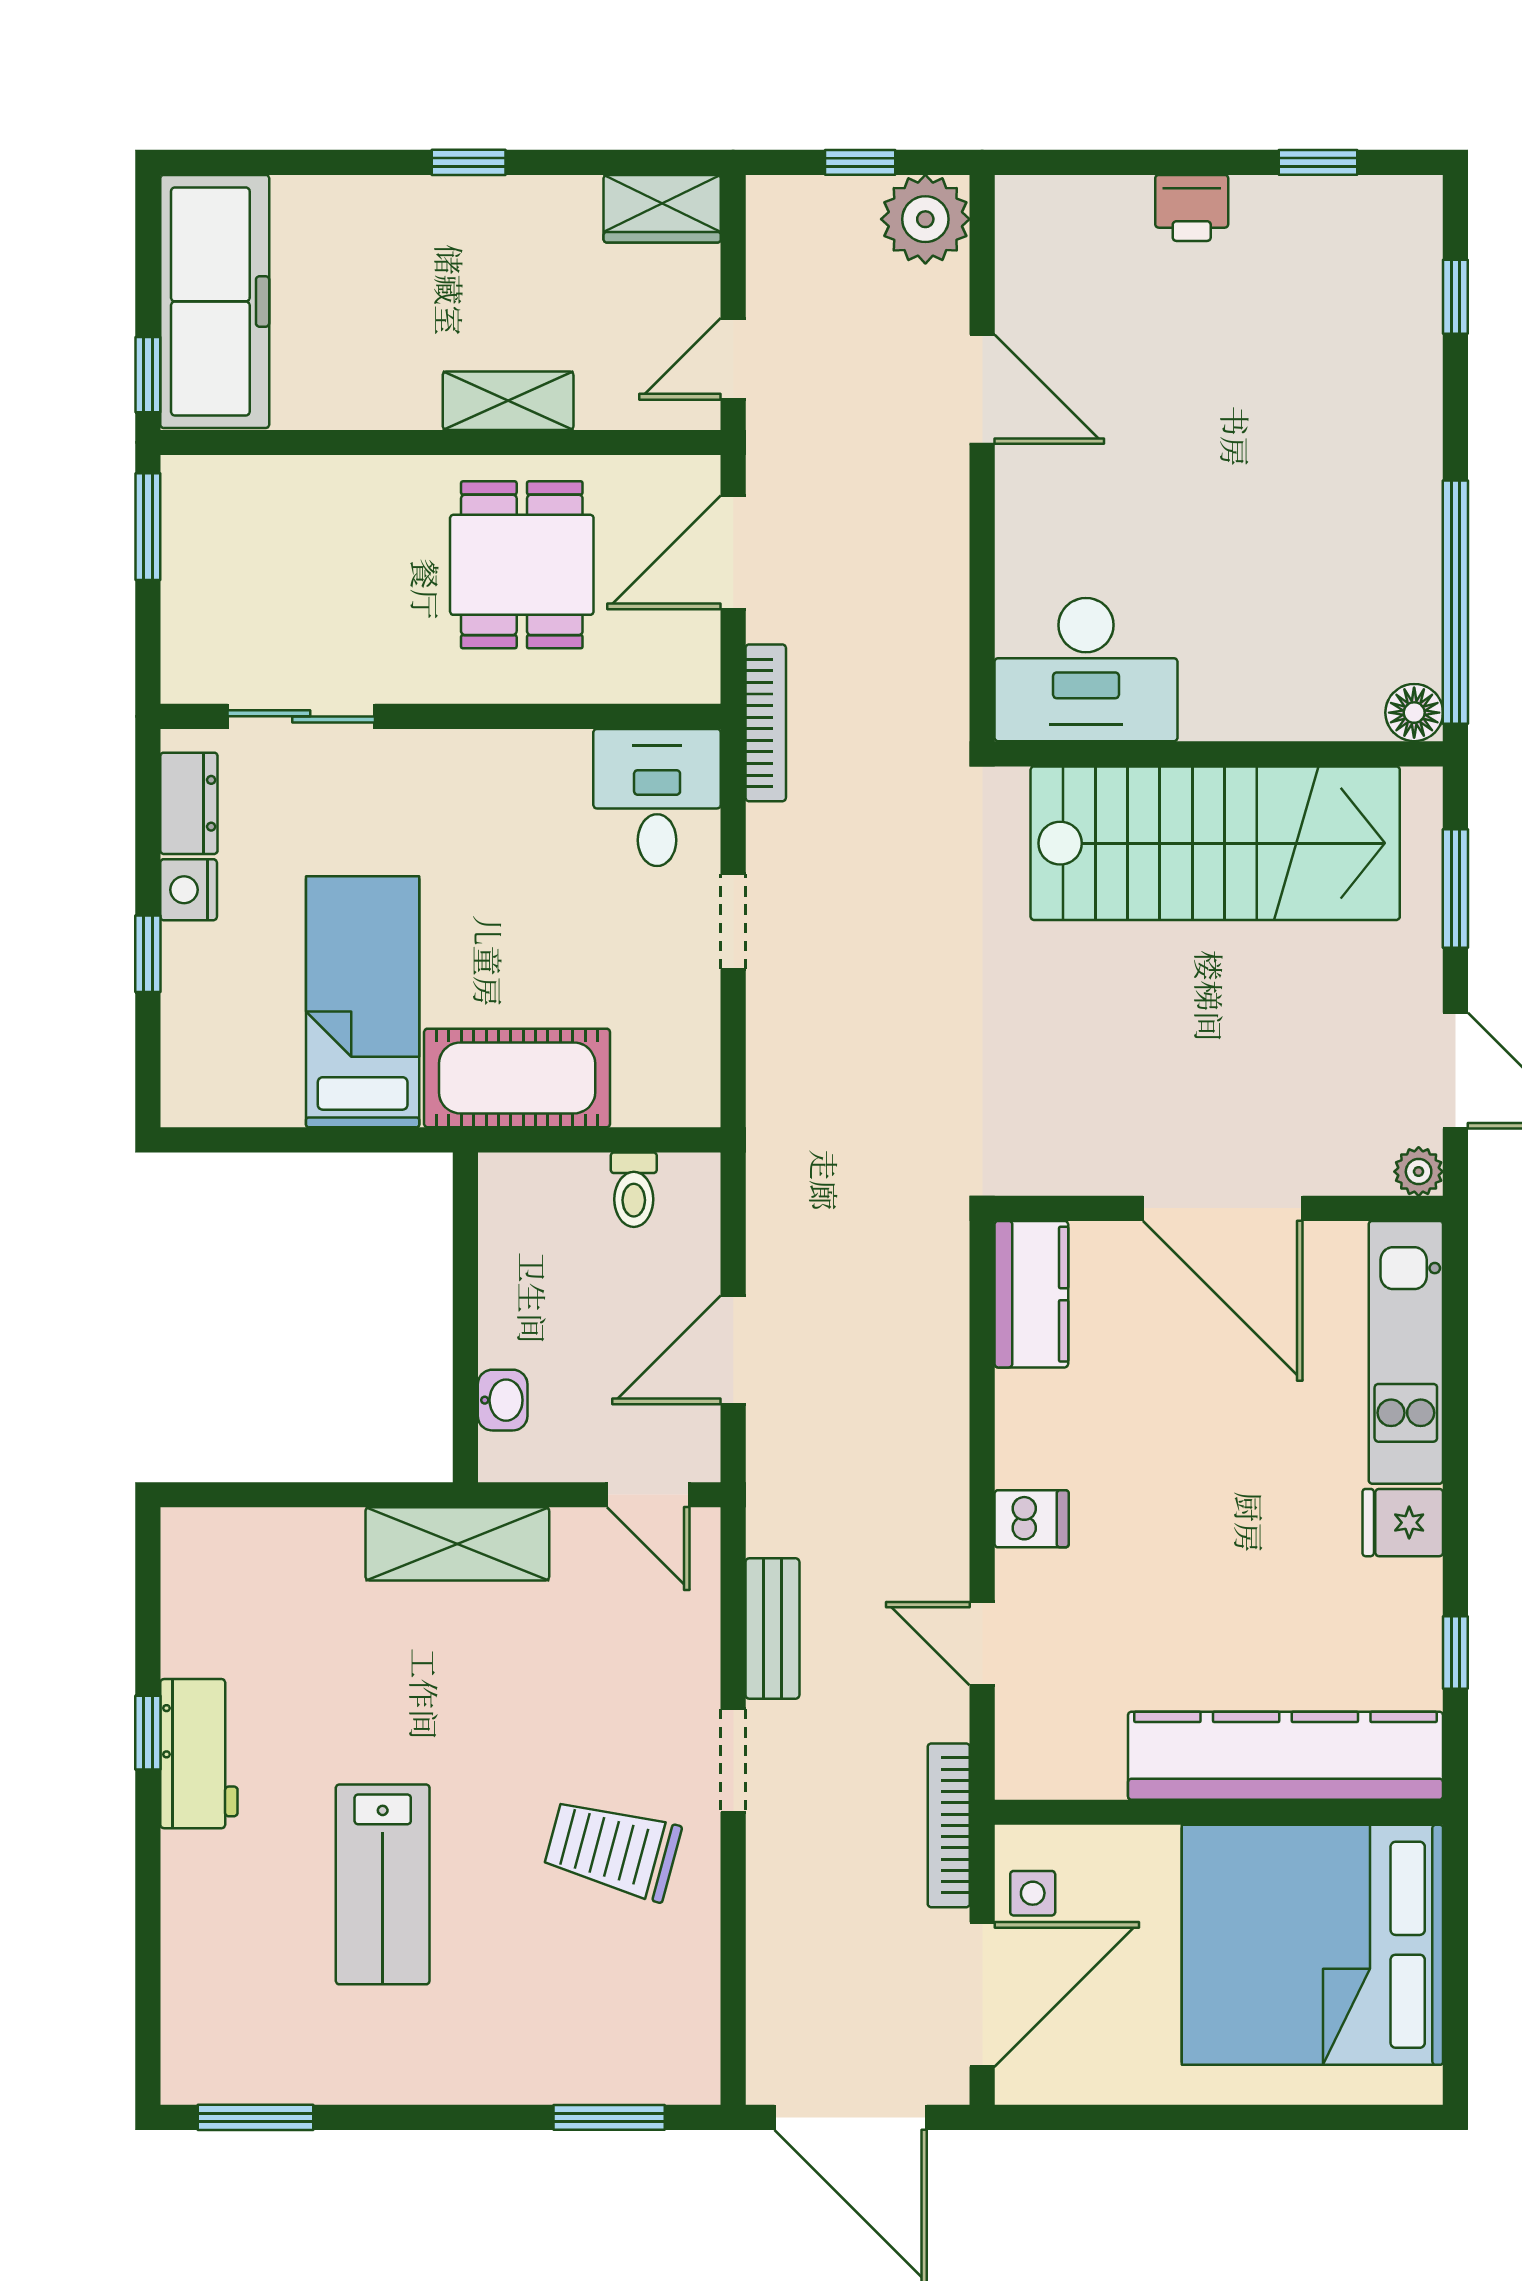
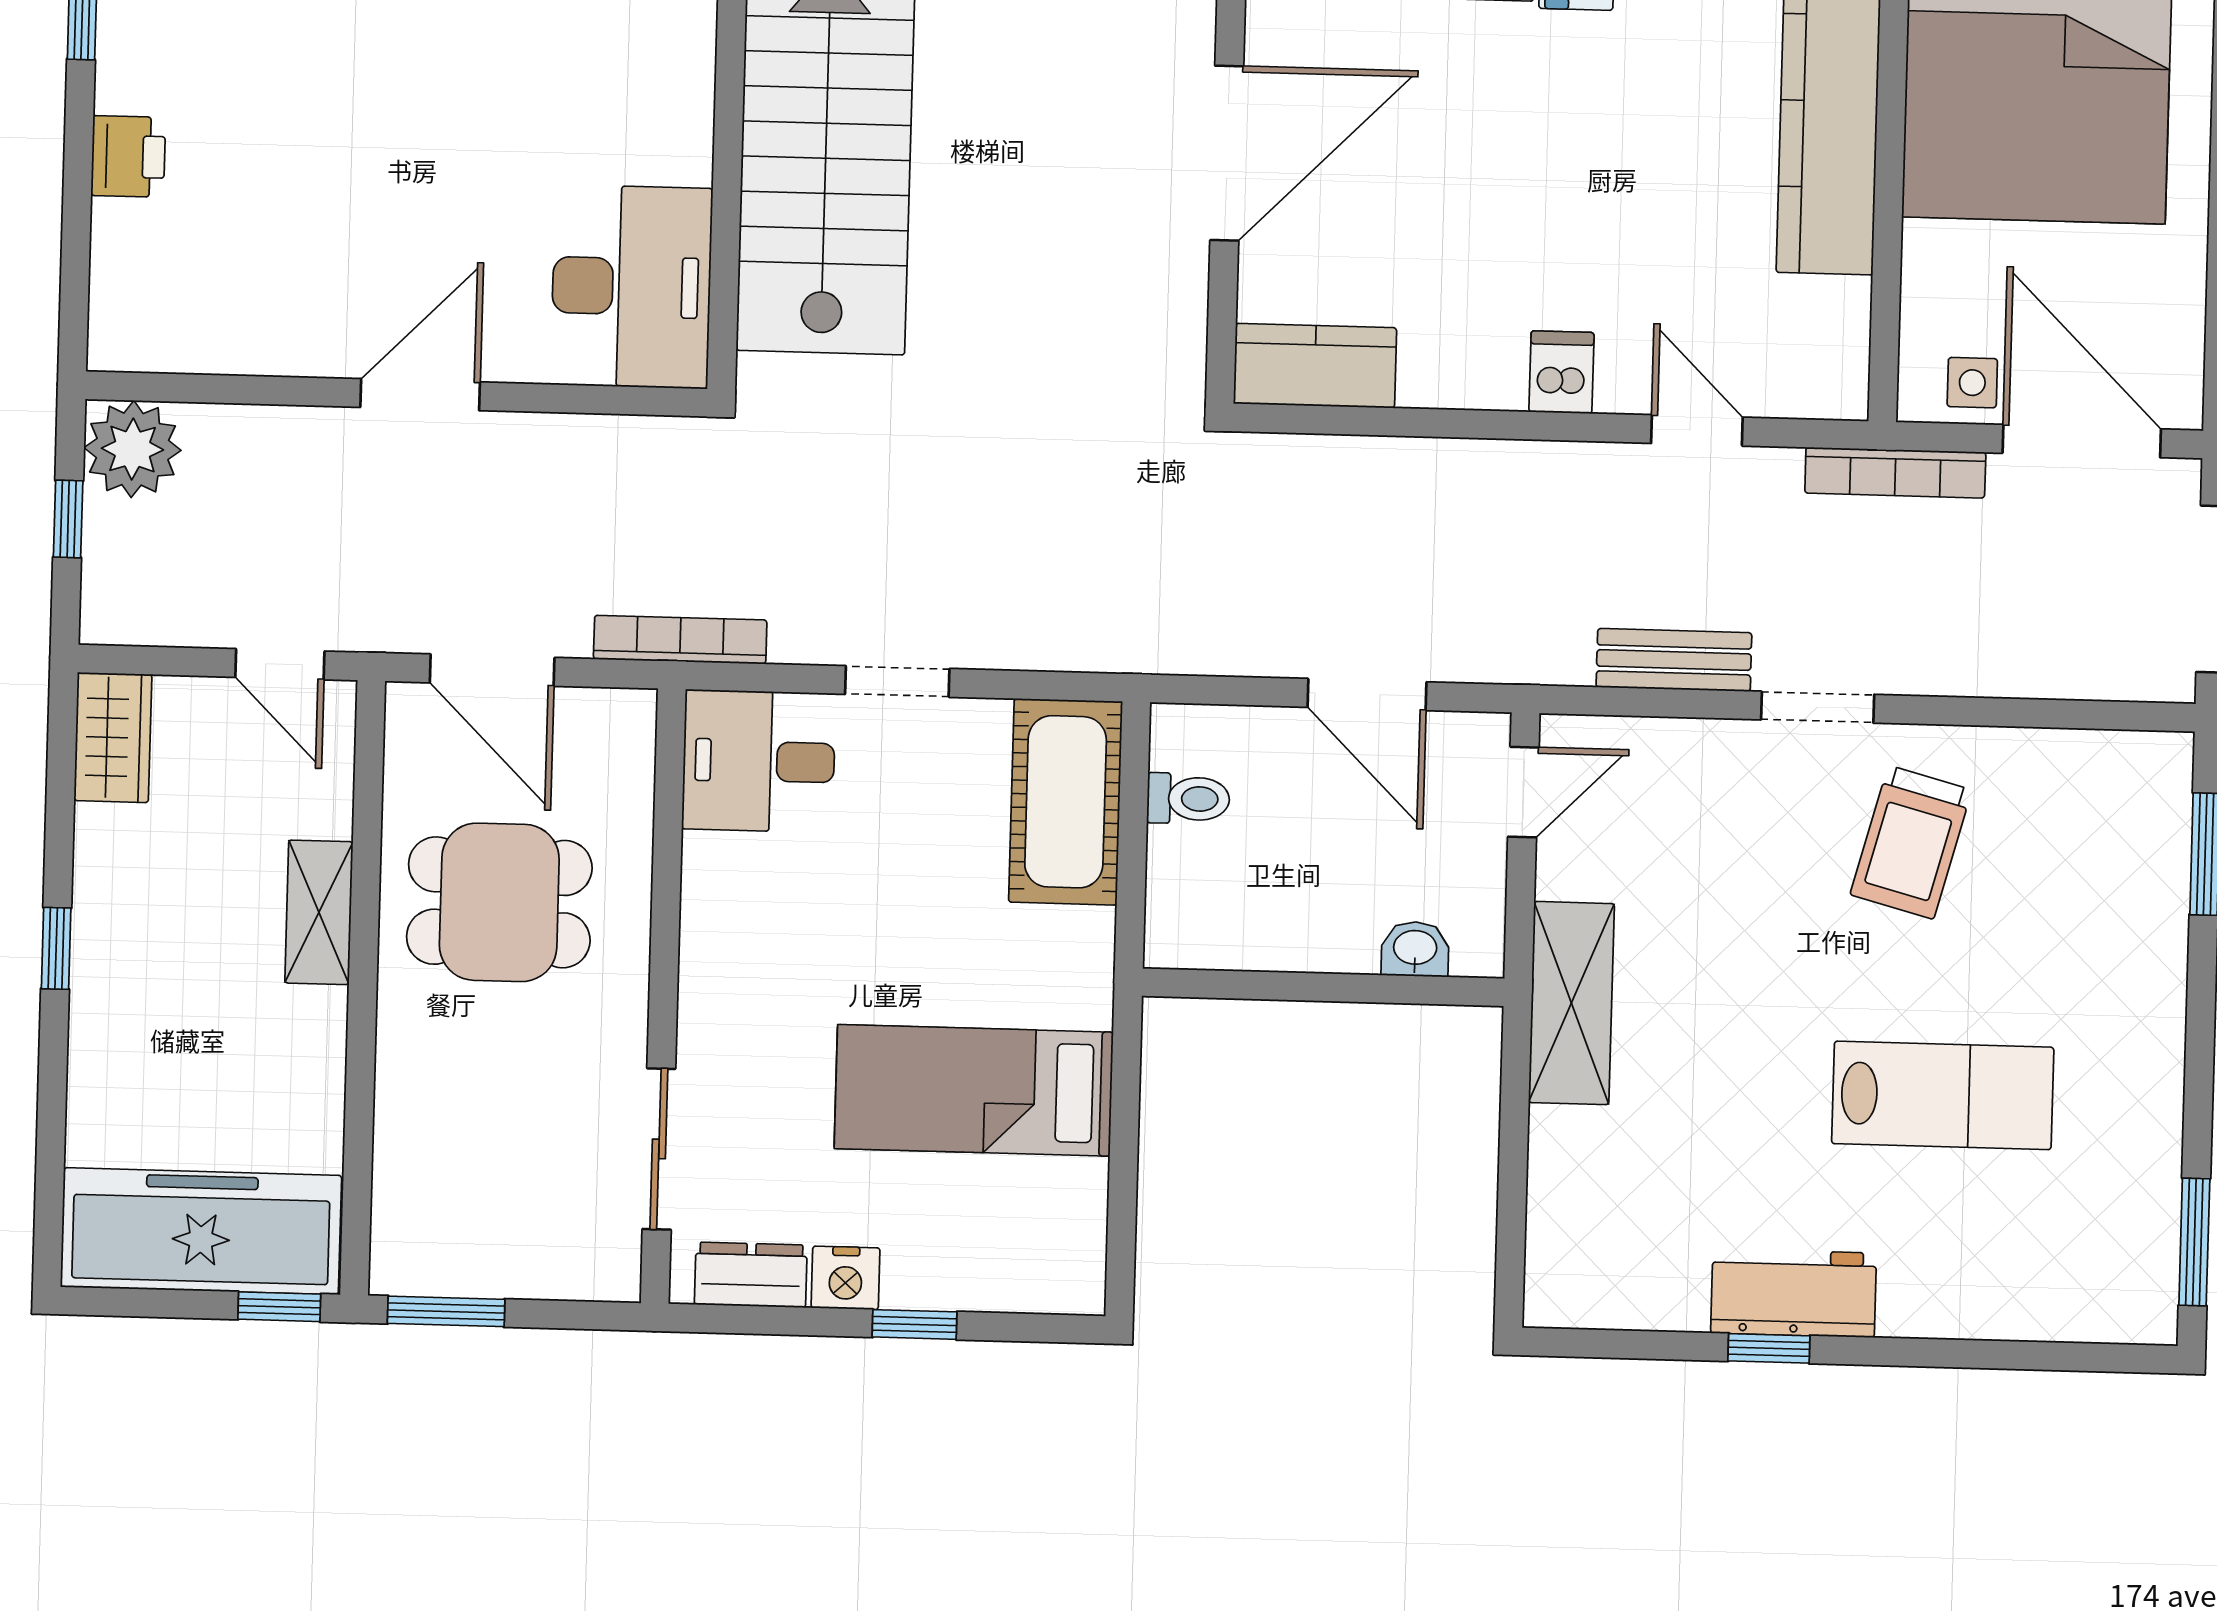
door: (982, 389) -> (420, 395), moved
cot: (517, 1078) -> (1066, 802), moved
door: (982, 1644) -> (1697, 430), swing flipped

